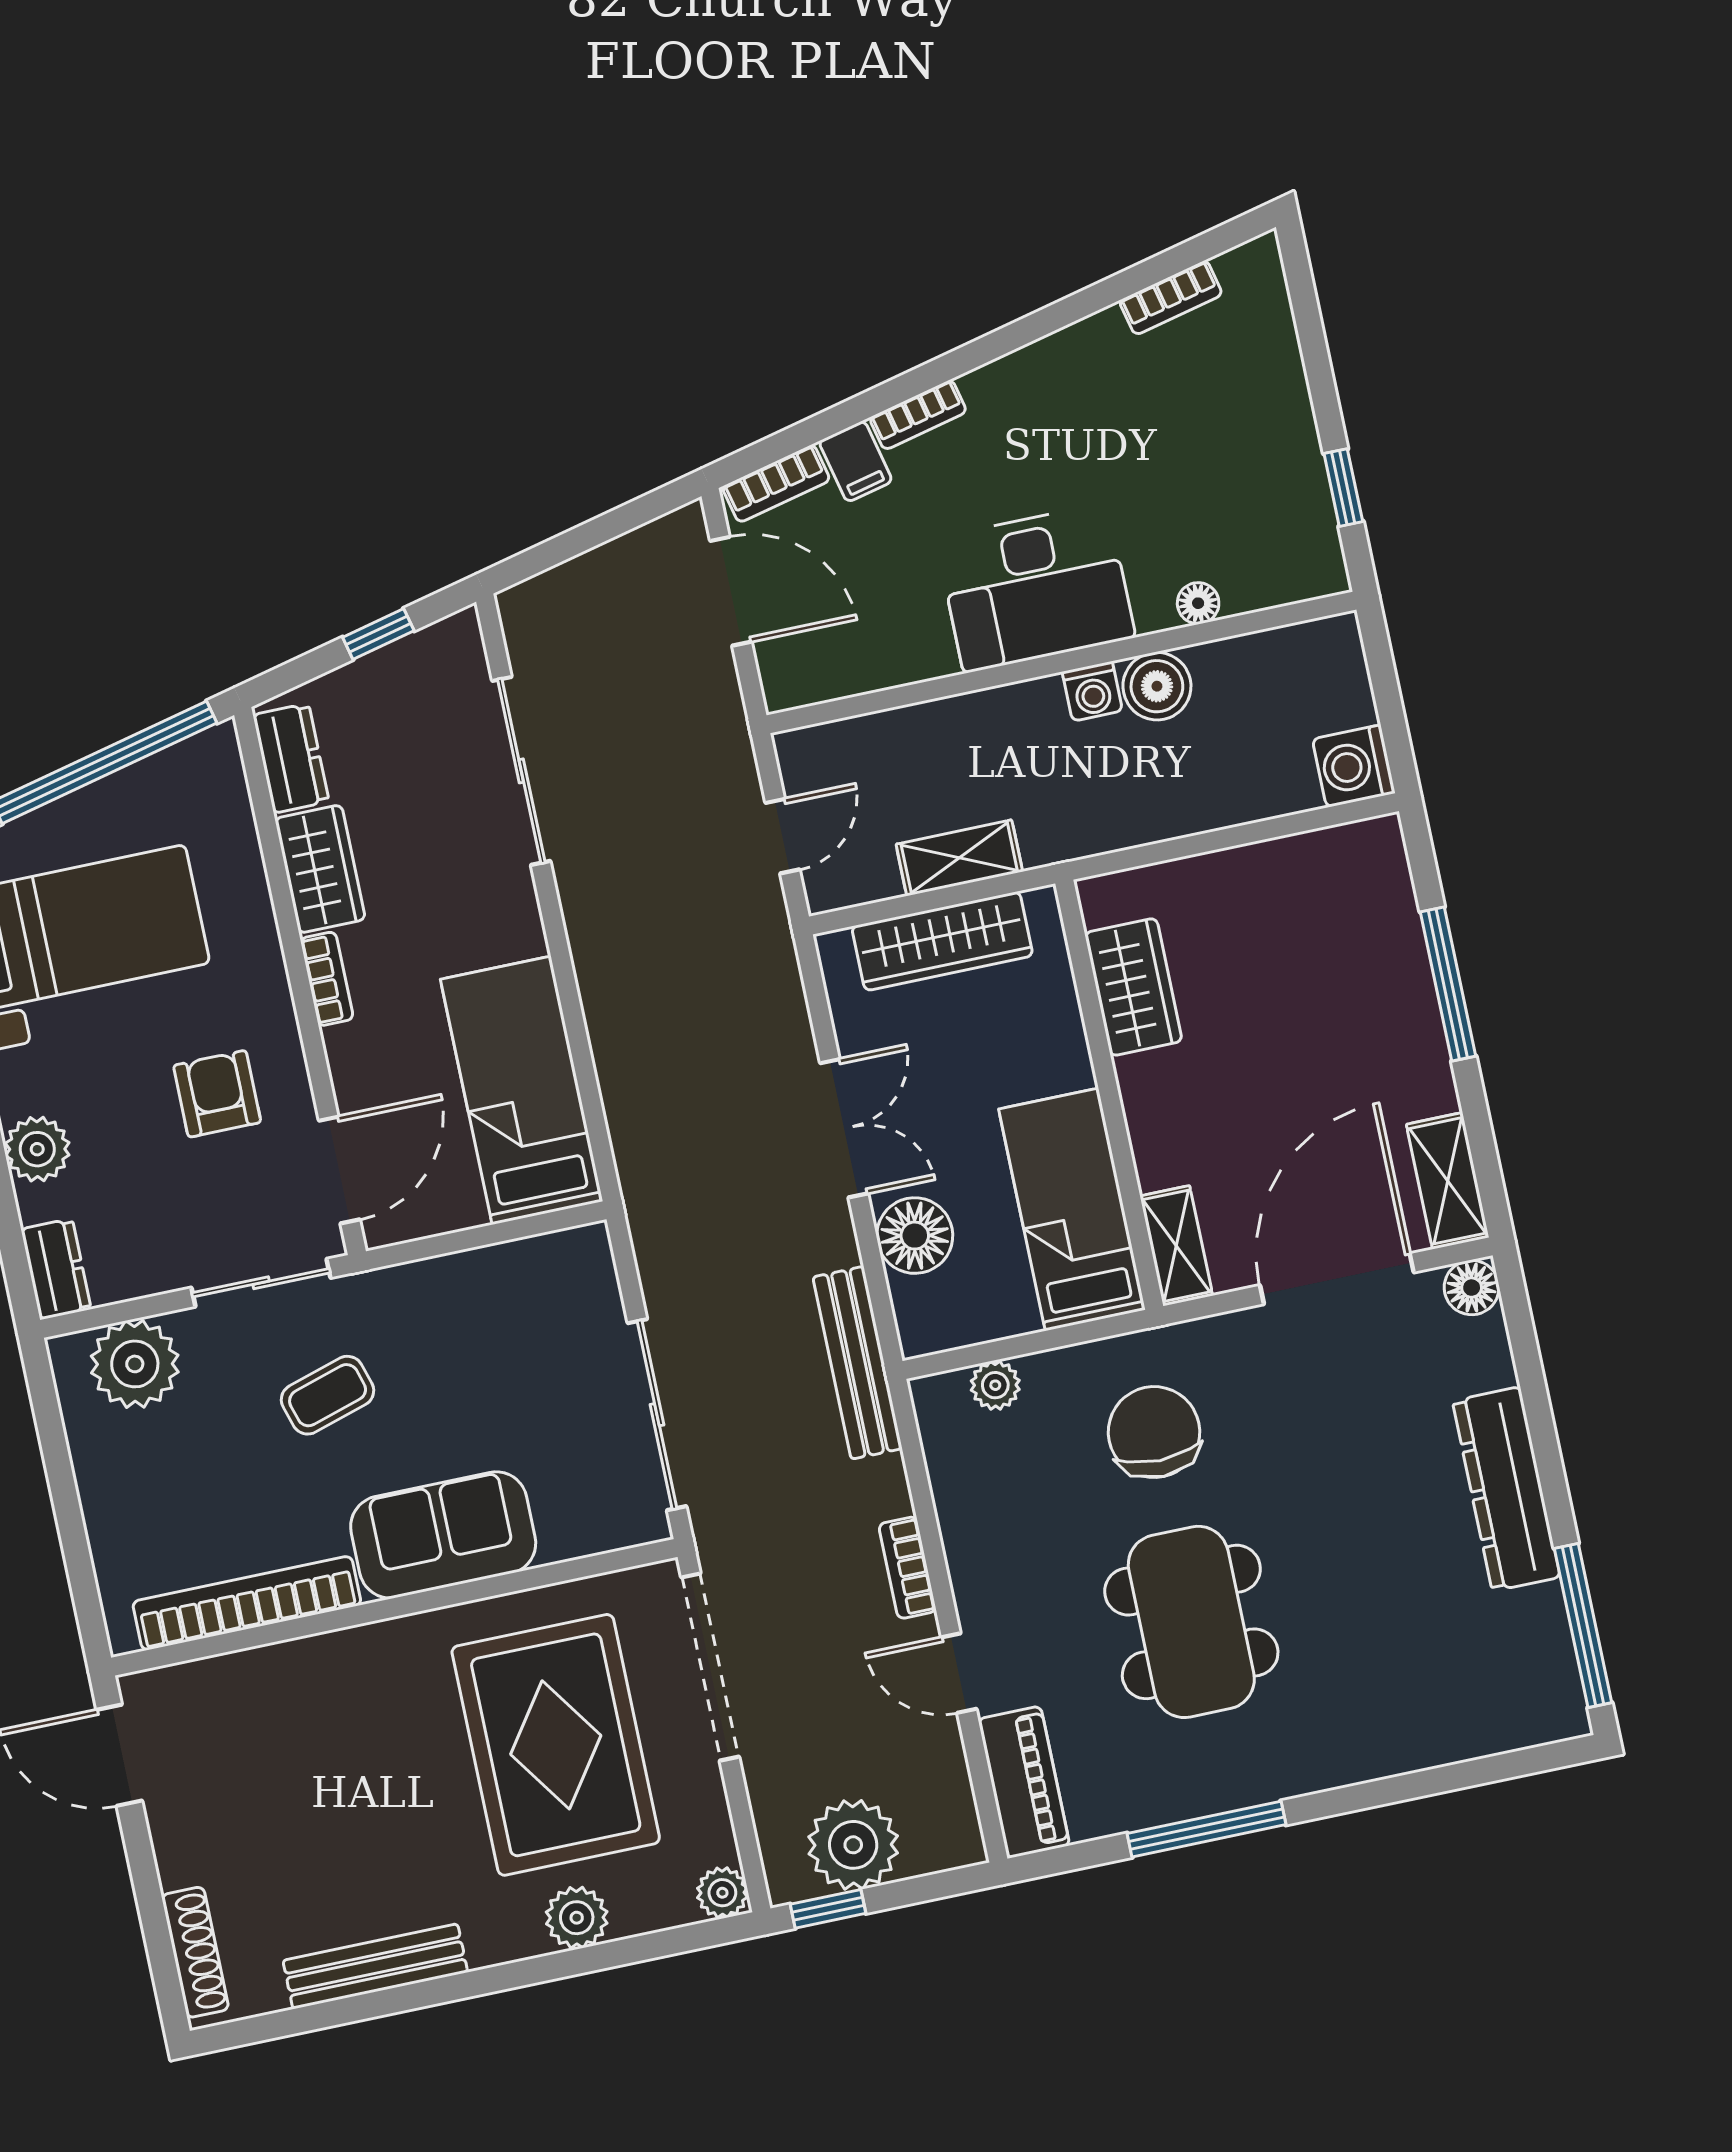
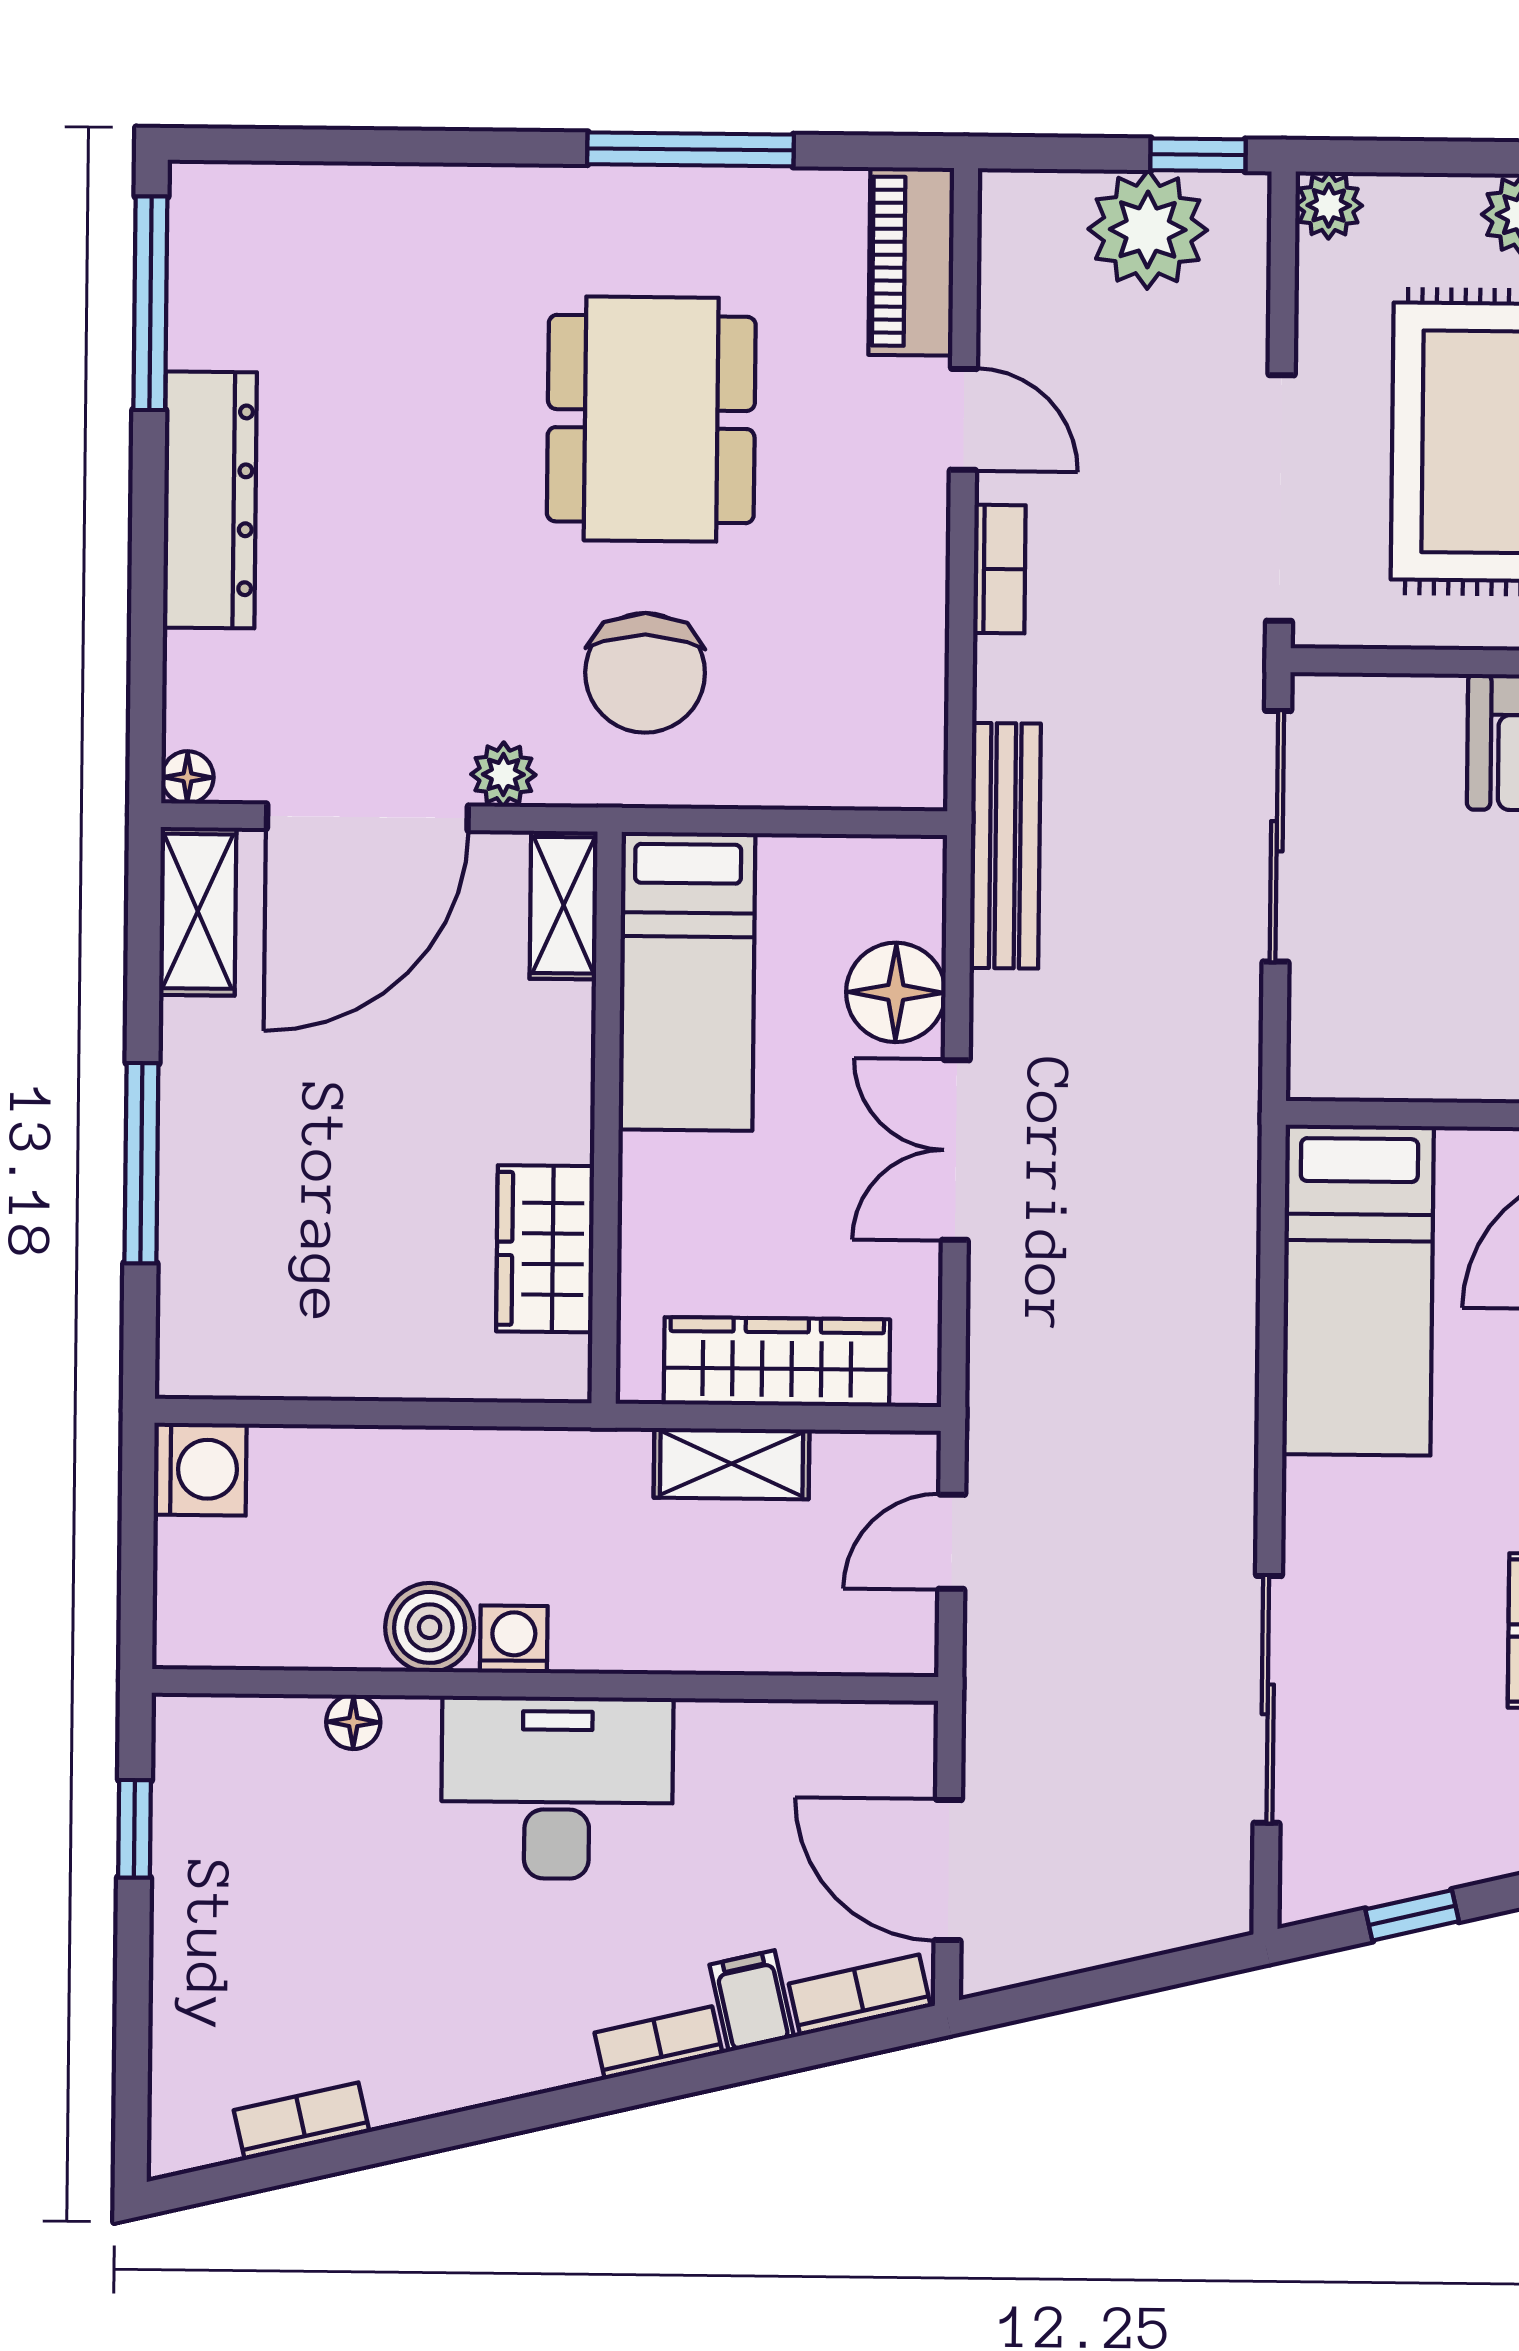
floor lamp: (1472, 1288) -> (187, 777), width x0.73, depth x0.73
plant: (995, 1385) -> (503, 774), moved

